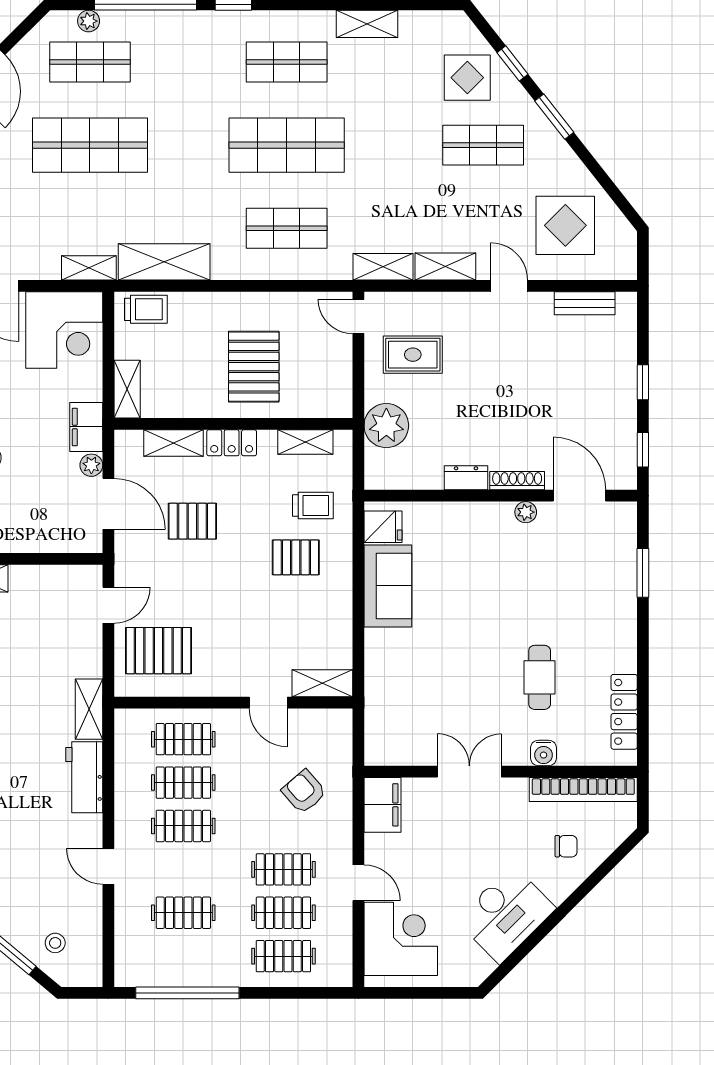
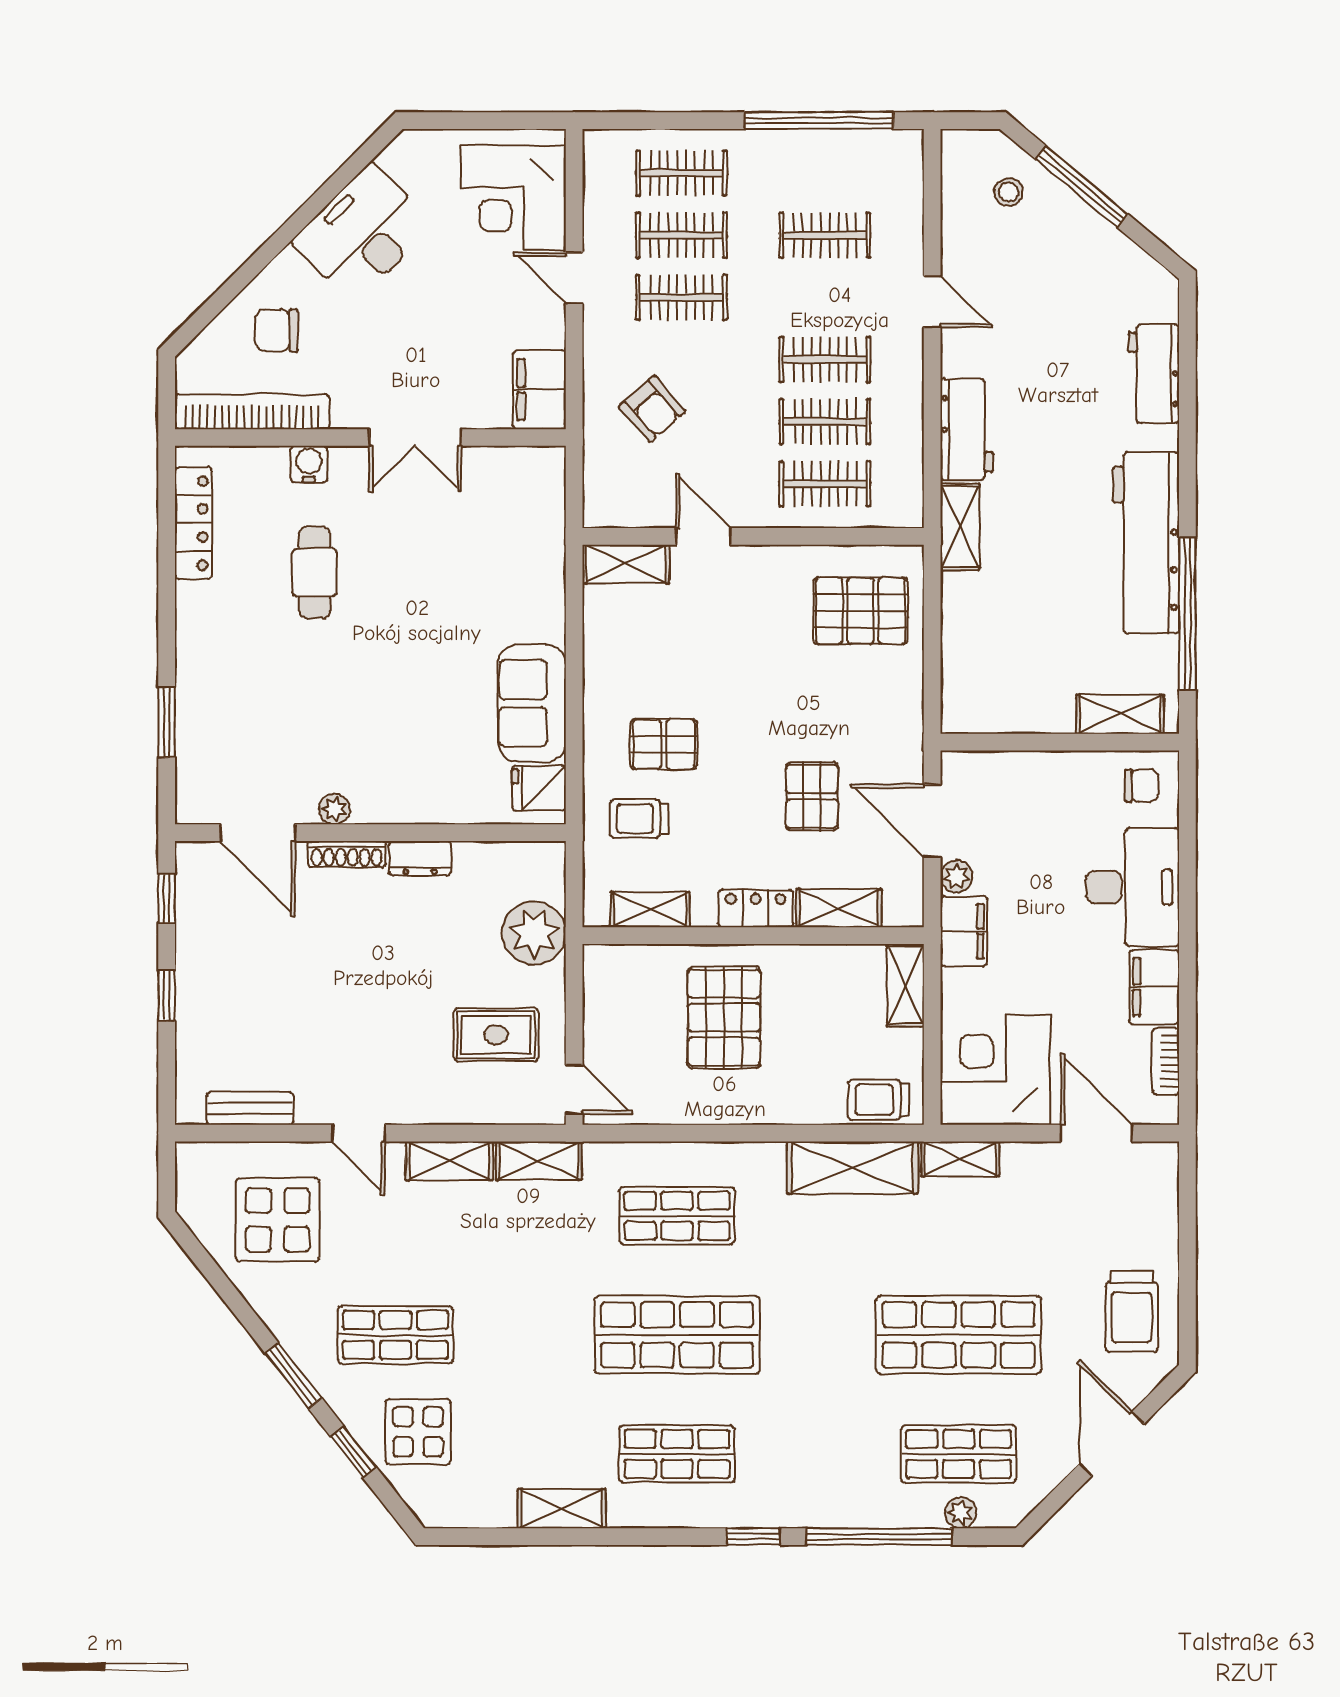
pallet: (192, 521) -> (812, 796), turned 90
door: (108, 605) -> (932, 676), removed
chair: (566, 846) -> (277, 330), width x1.37, depth x1.37

